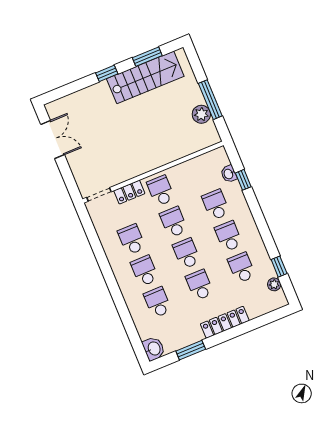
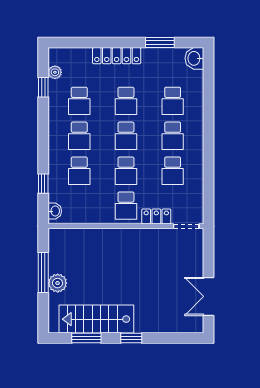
plant: (201, 114) -> (58, 283), moved
washbasin: (229, 174) -> (55, 211), moved

